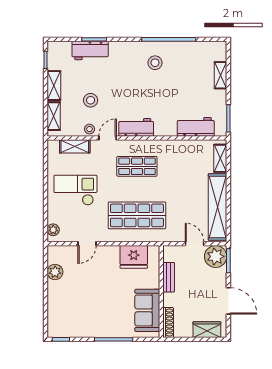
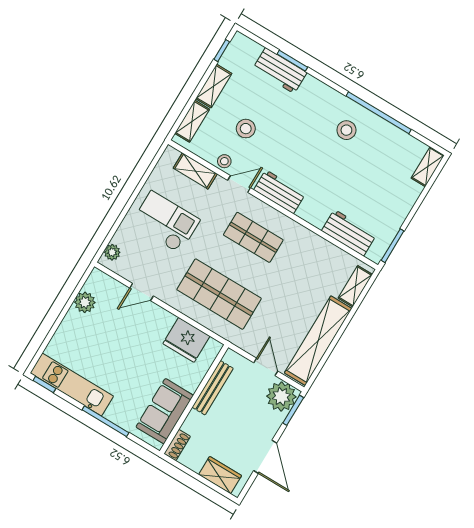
shelving: (220, 75) -> (428, 167), moved
bench: (169, 277) -> (213, 388), width x1.36
shoe rack: (168, 323) -> (177, 445), width x0.70
kitchen unit: (78, 329) -> (72, 384), added

